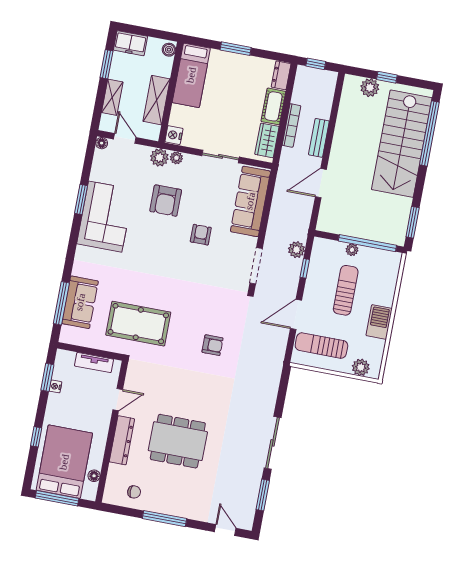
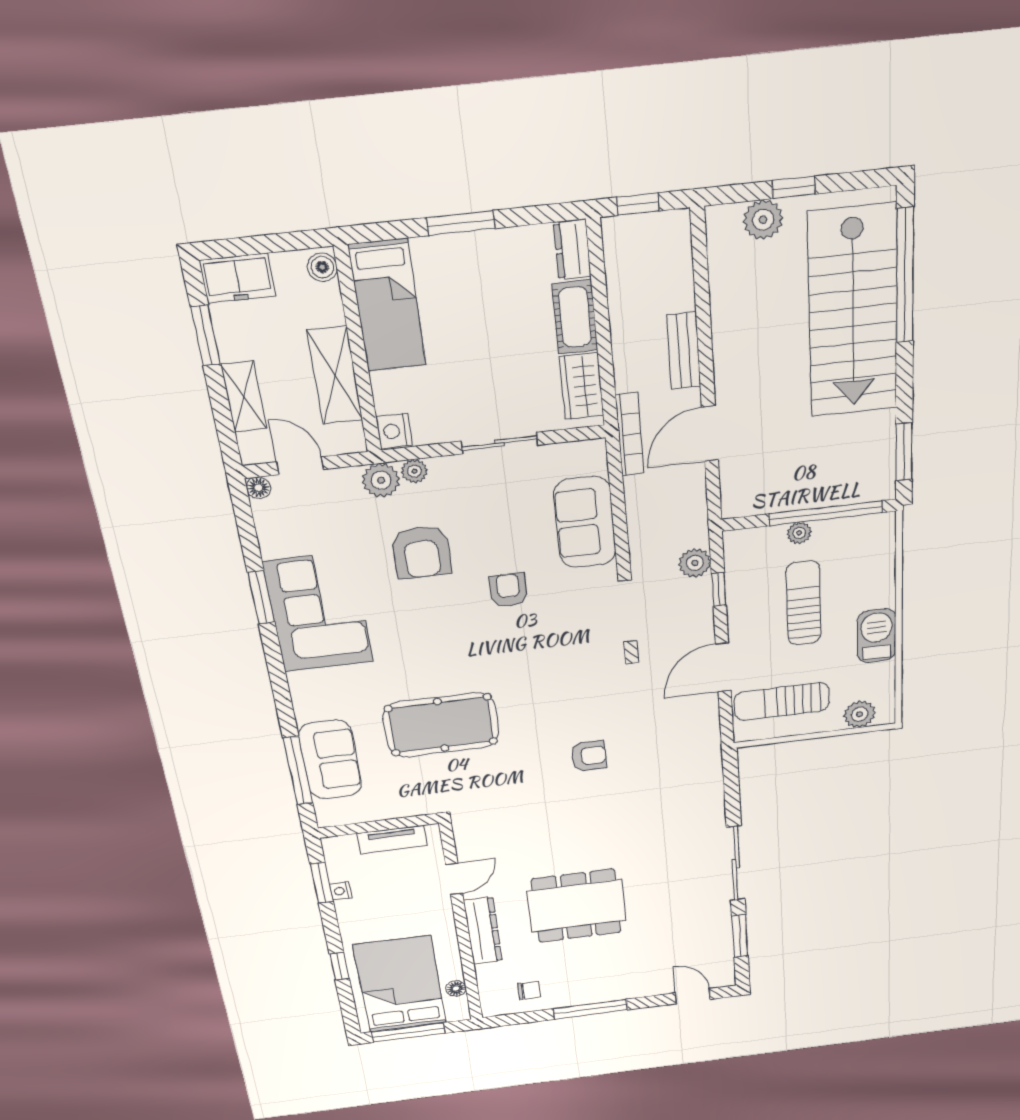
bookcase: (291, 125) -> (630, 434), moved
sofa: (250, 201) -> (585, 522), width x0.73
pool table: (138, 324) -> (441, 725), moved

